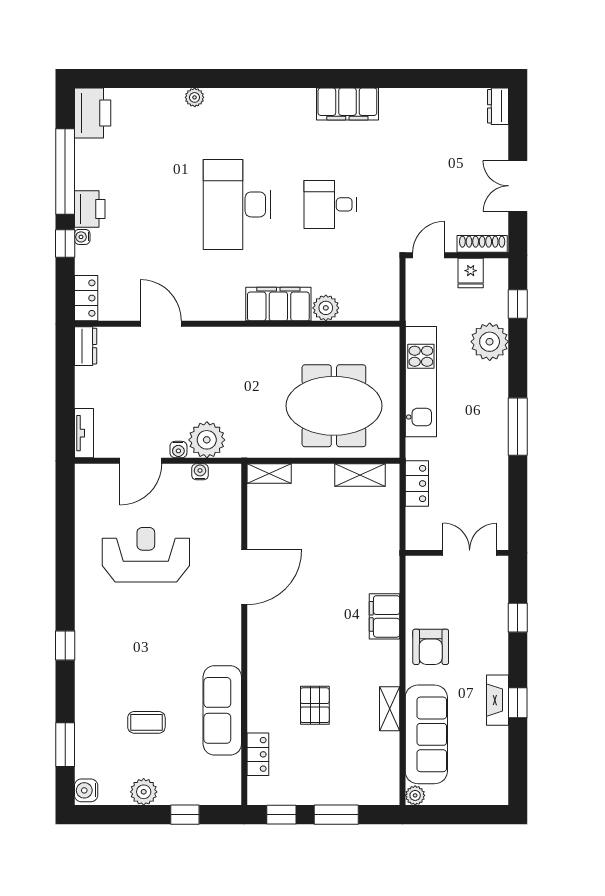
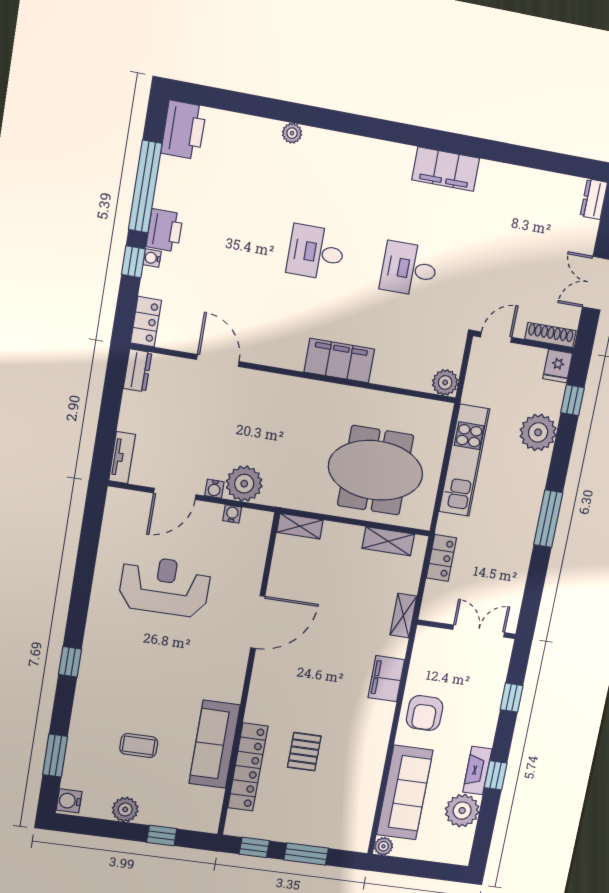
desk: (237, 204) -> (316, 252), width x0.53, depth x0.77
fridge: (471, 273) -> (558, 366), moved
plant: (326, 308) -> (445, 382), moved
shelving: (390, 709) -> (403, 616), moved
plant: (490, 746) -> (462, 811), added
locker: (258, 754) -> (248, 767), width x2.16, depth x1.21

